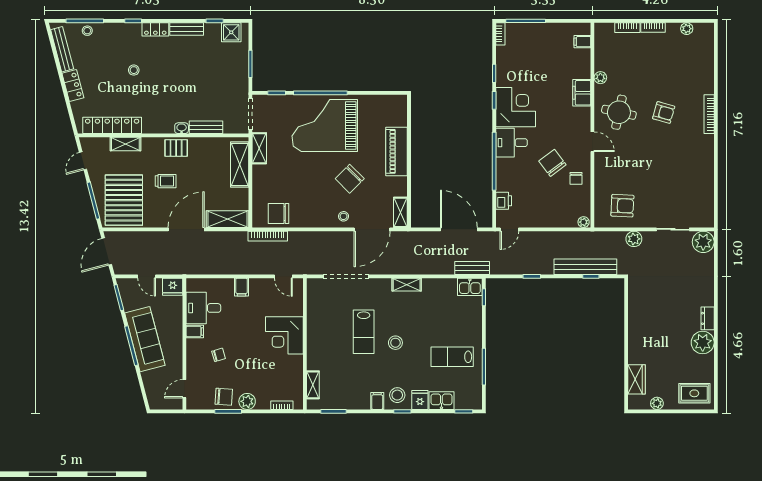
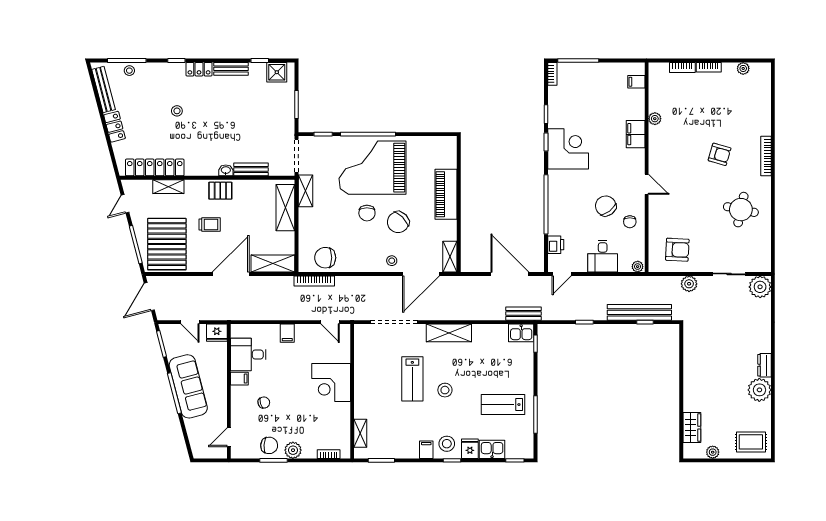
round table: (619, 112) -> (741, 210), moved
desk: (512, 143) -> (603, 256), moved, turned -90
chair: (319, 170) -> (367, 213), added
shelving: (407, 285) -> (449, 333), width x1.50, depth x1.33

